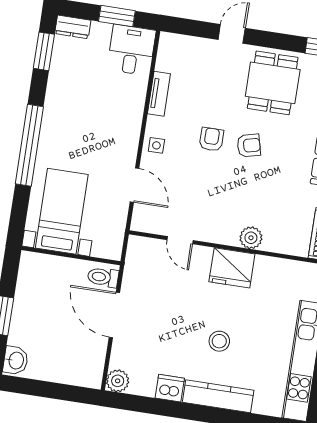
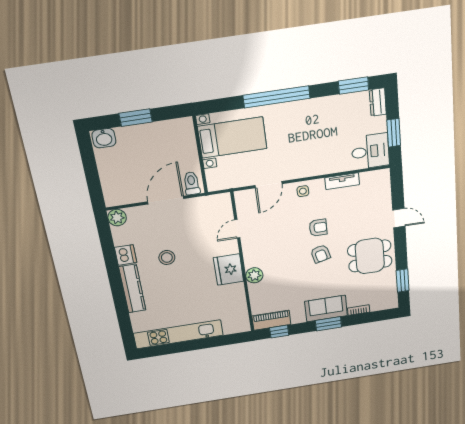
stool: (219, 341) -> (167, 258), moved

